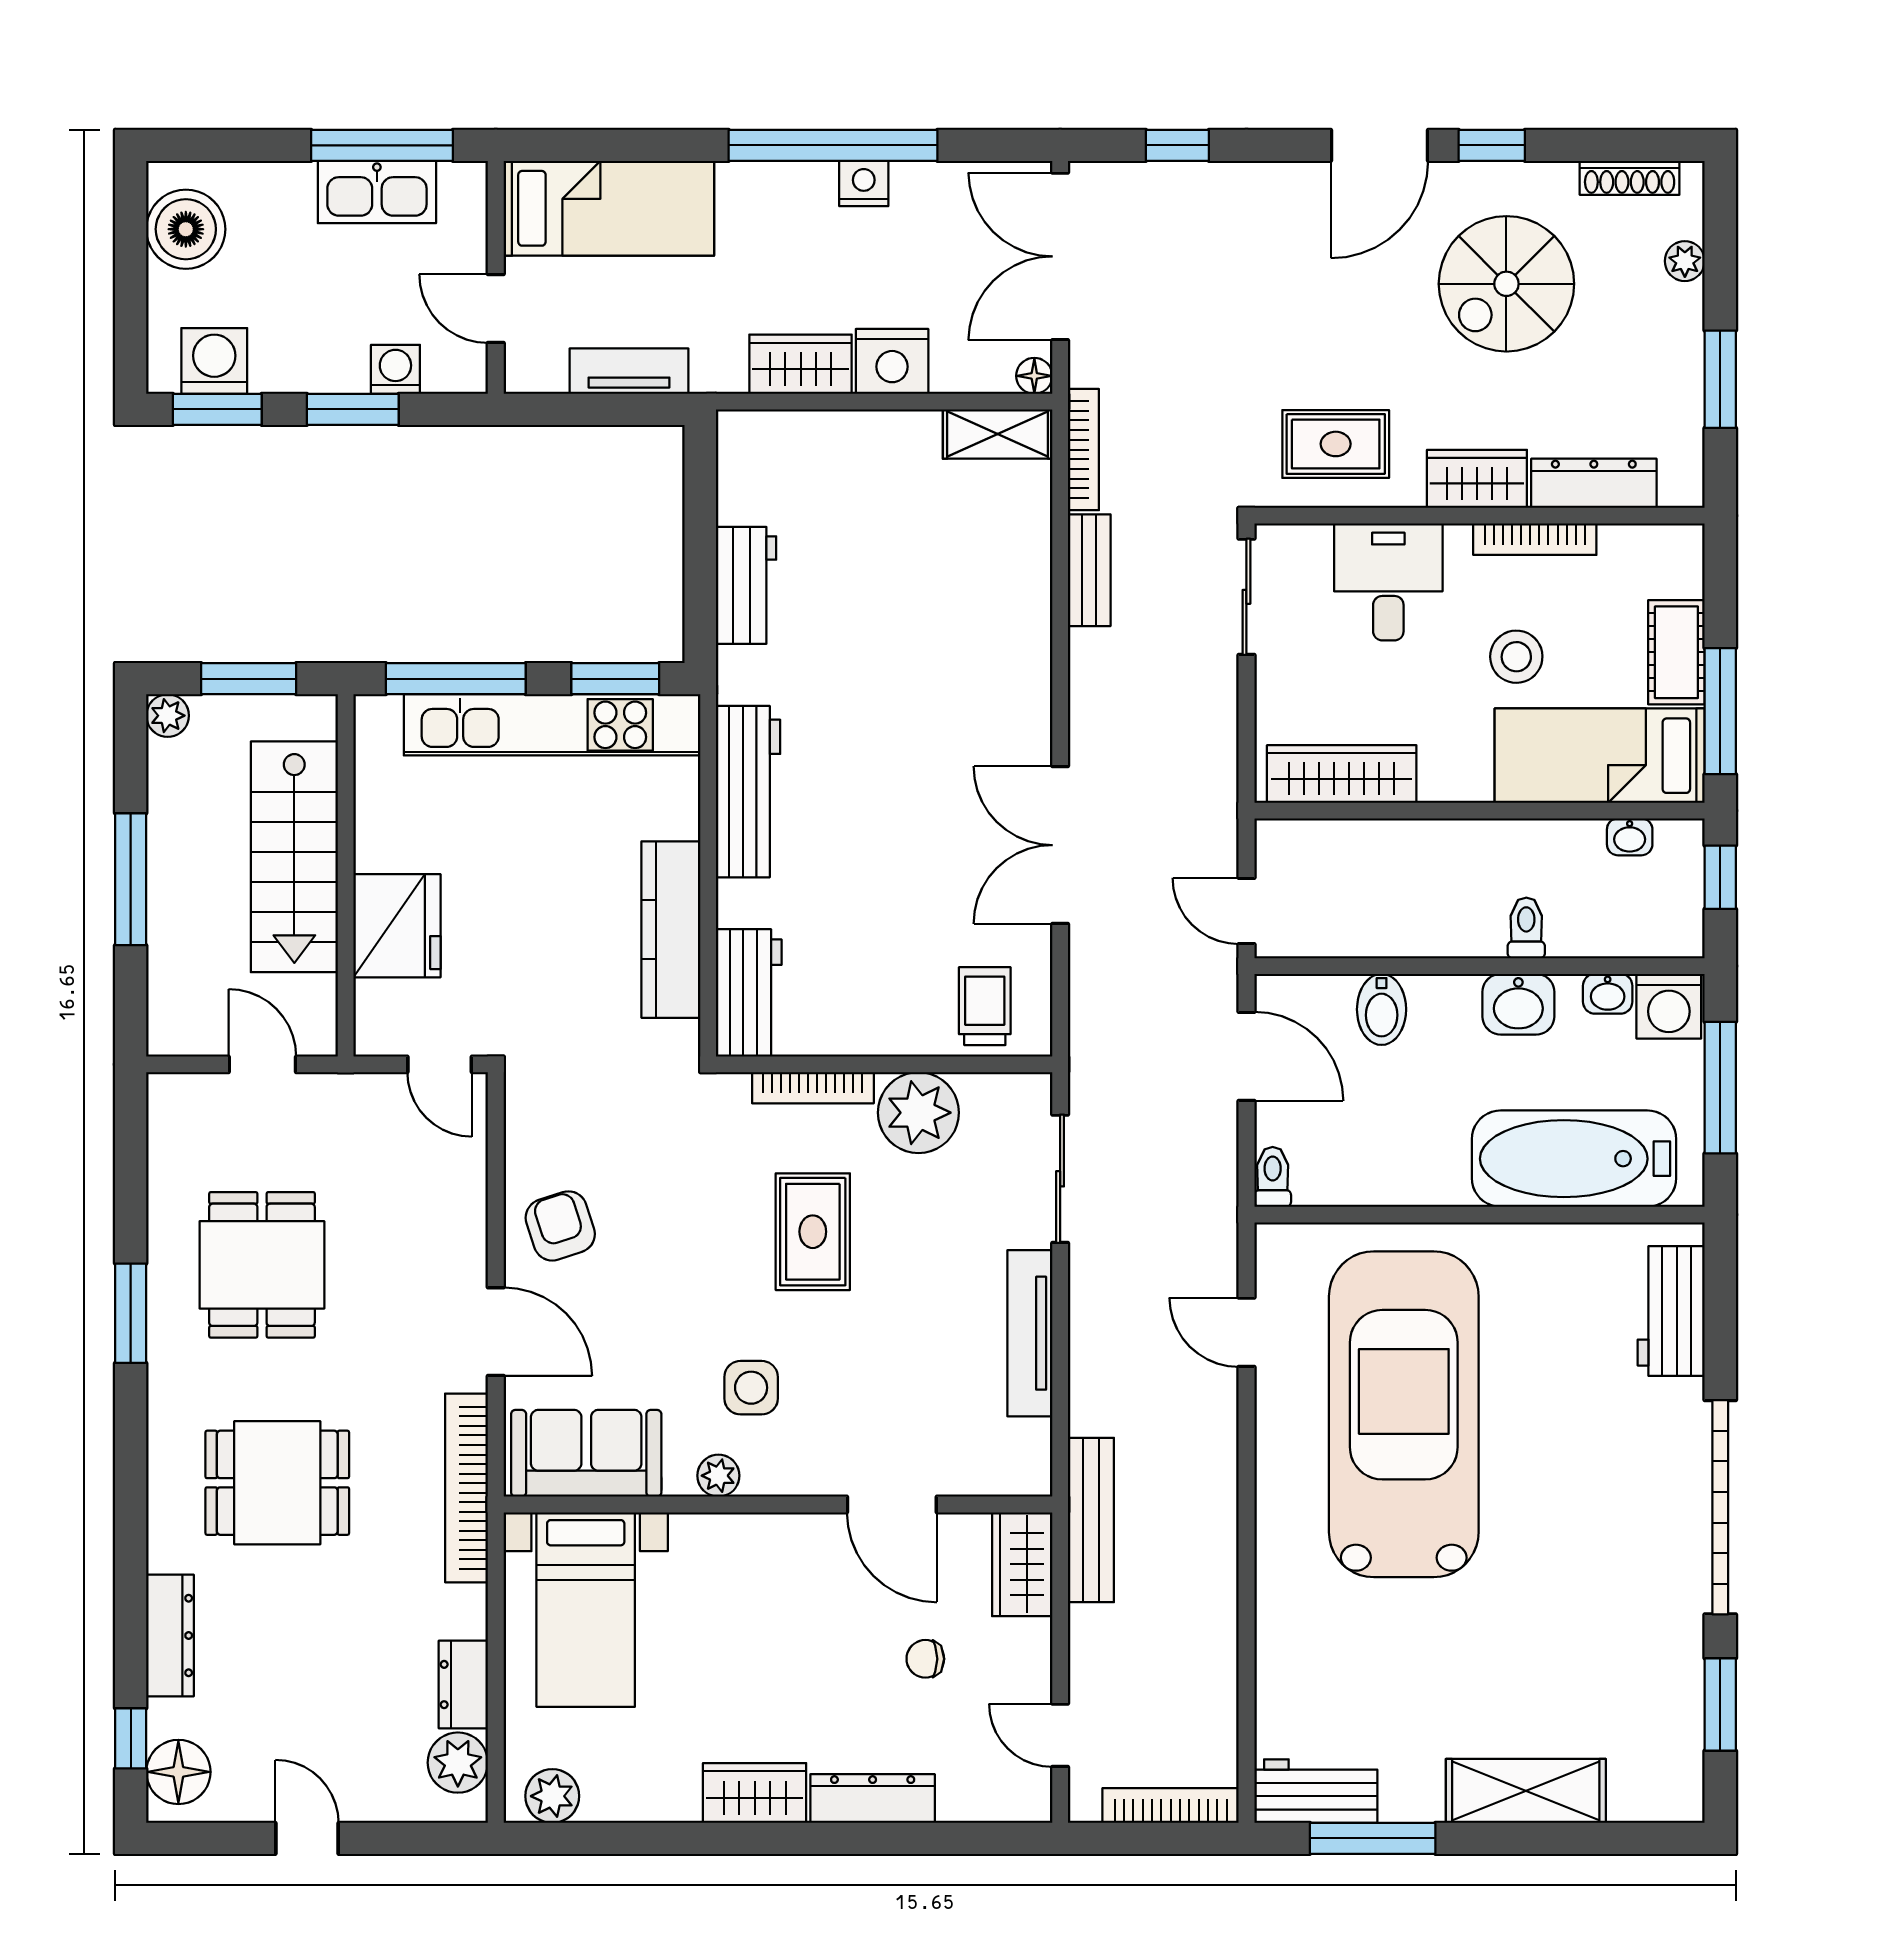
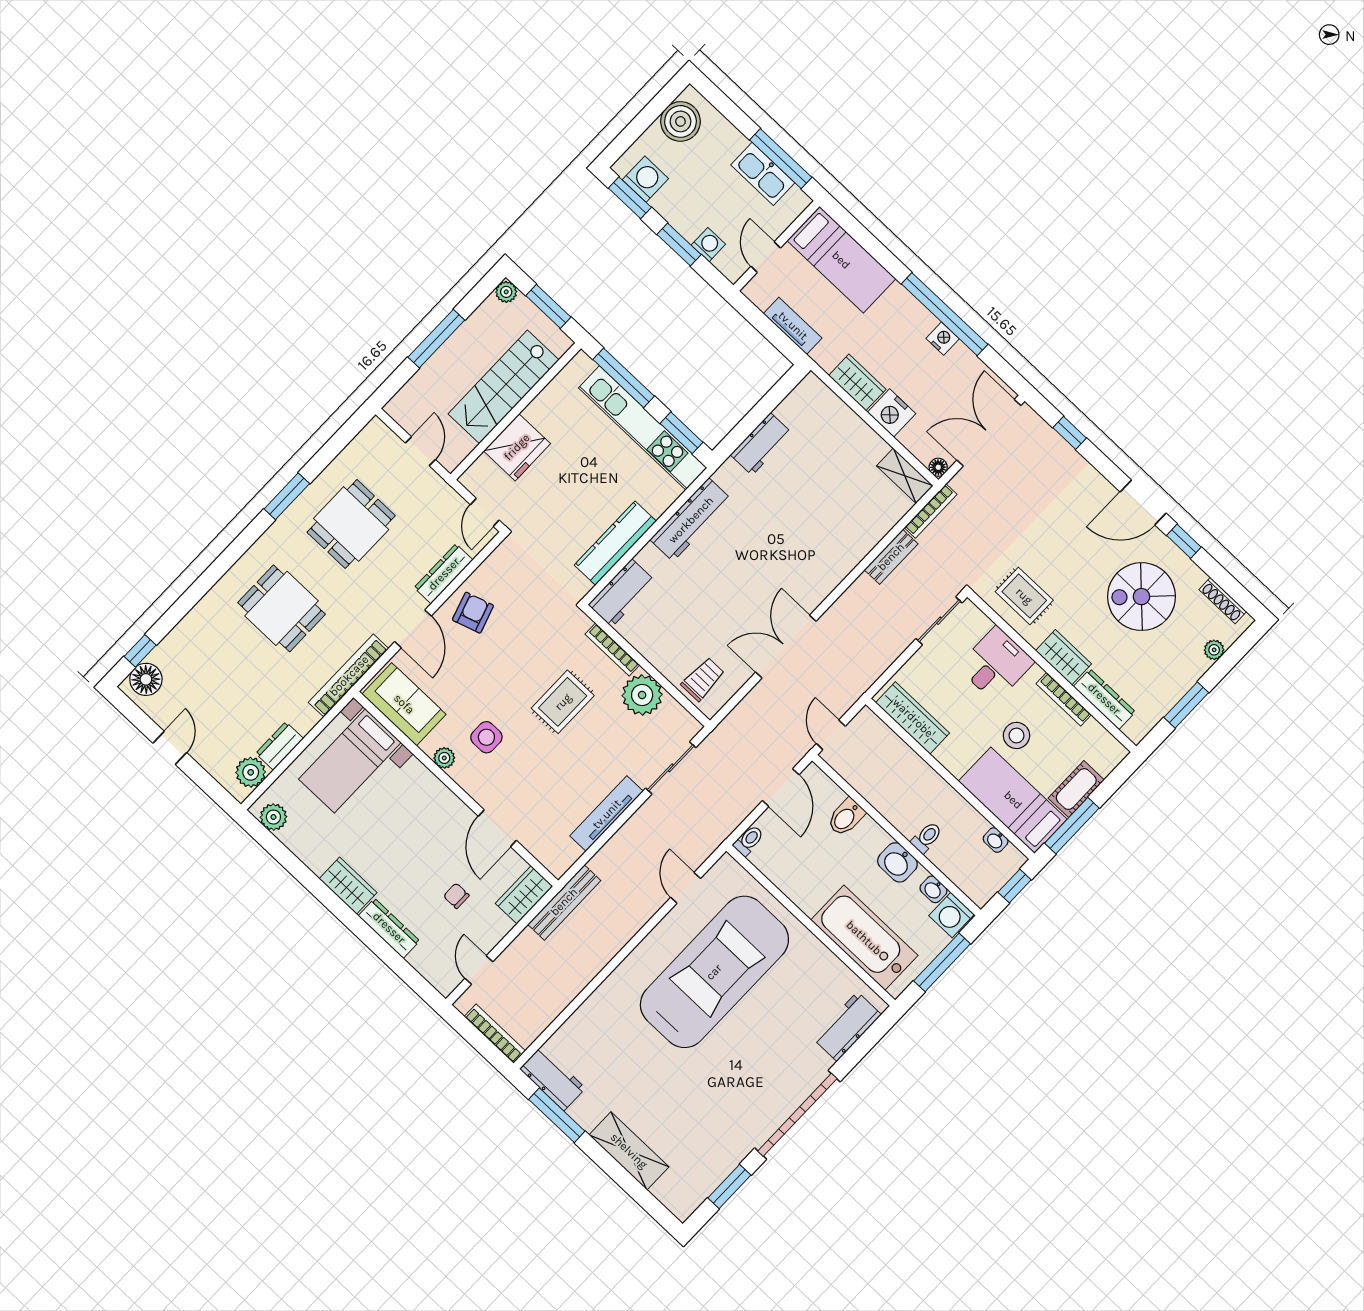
dresser: (170, 1635) -> (444, 574), moved, turned 180

